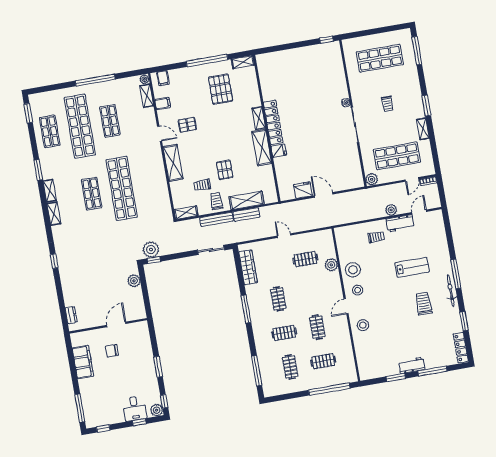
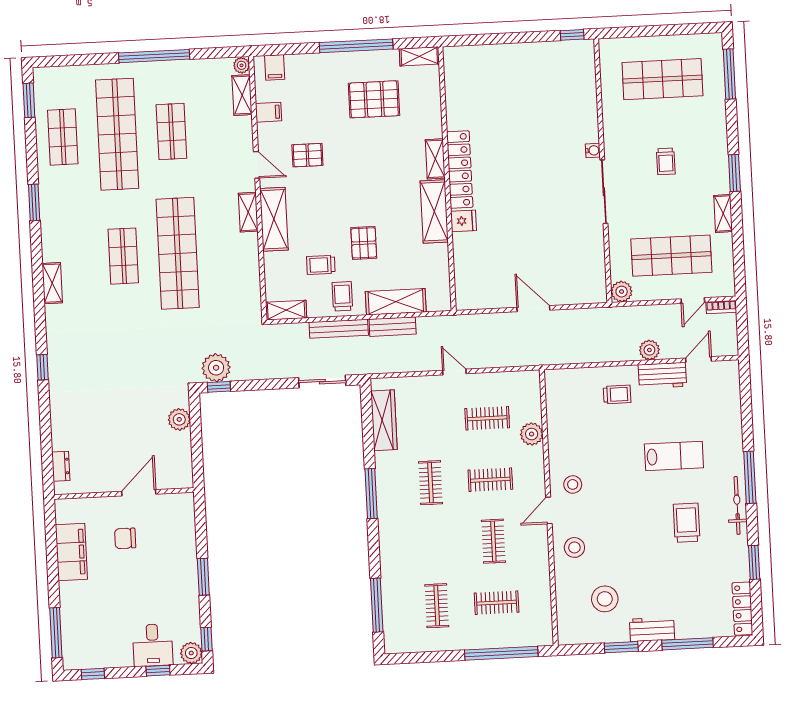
pallet: (221, 89) -> (374, 99), turned 90
fridge: (303, 190) -> (498, 296), removed
shelving: (50, 191) -> (248, 212), moved
stool: (353, 270) -> (605, 599), moved
clothes rail: (284, 333) -> (490, 480), moved

